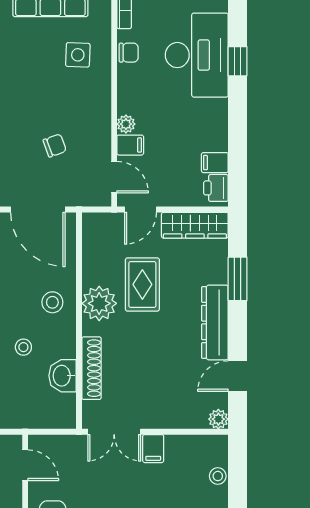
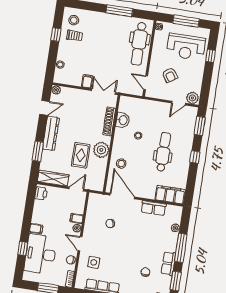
filing cabinet: (215, 163) -> (36, 229), moved
door: (114, 177) -> (80, 244), moved
stool: (52, 302) -> (121, 164), moved

